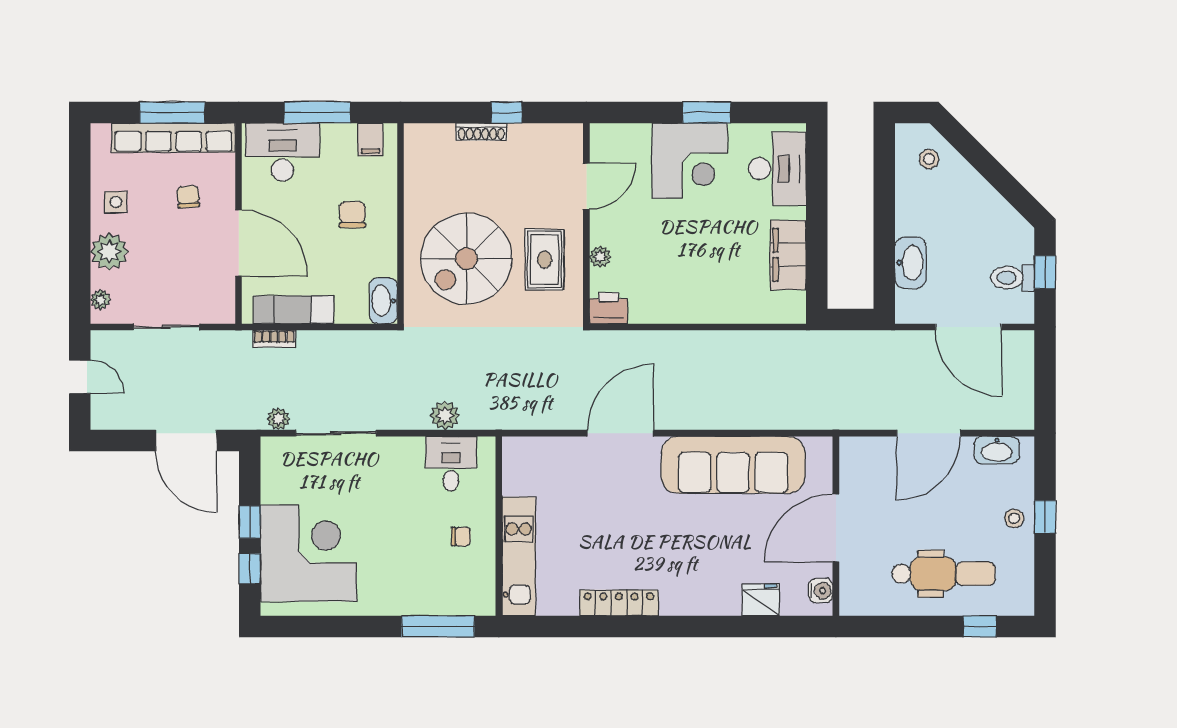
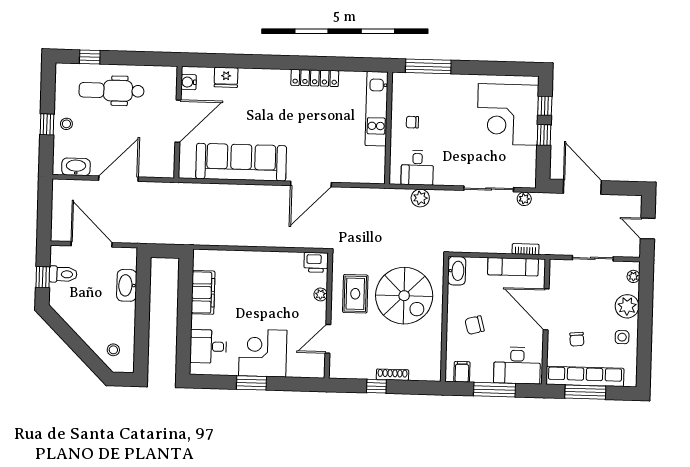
desk: (777, 169) -> (208, 346), width x0.73
chair: (352, 215) -> (475, 325), turned 75
spiral stairs: (466, 259) -> (404, 296), turned 90

